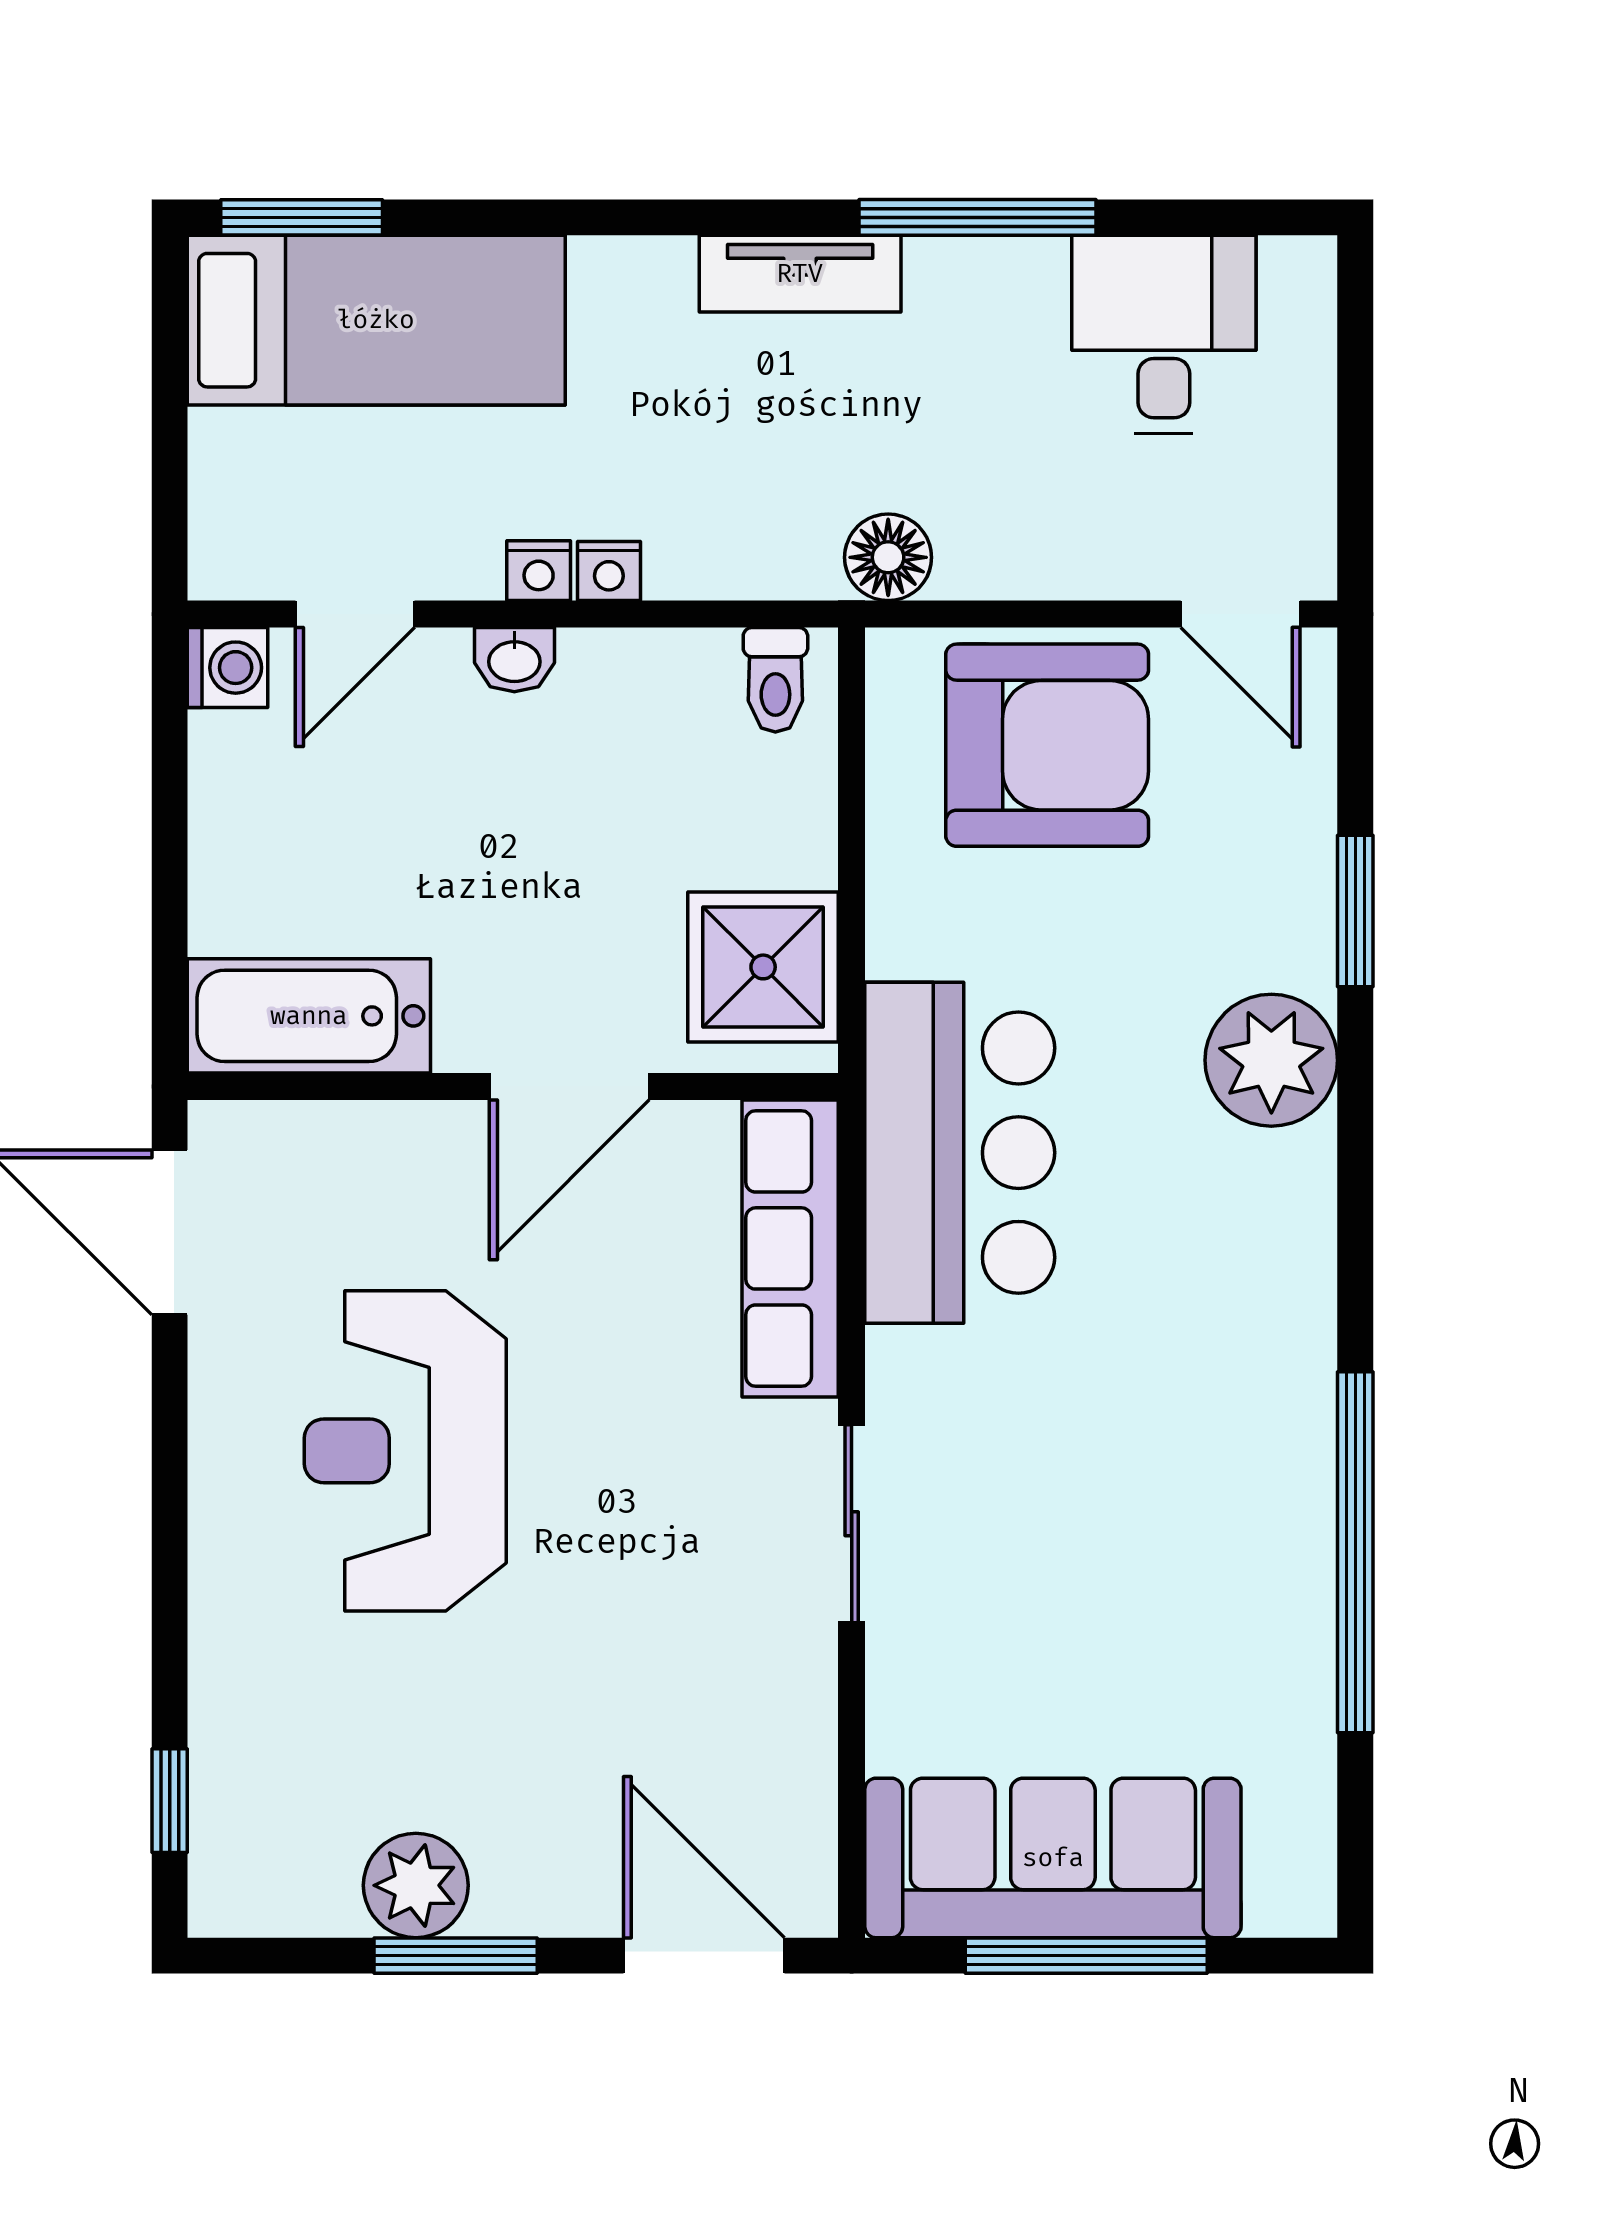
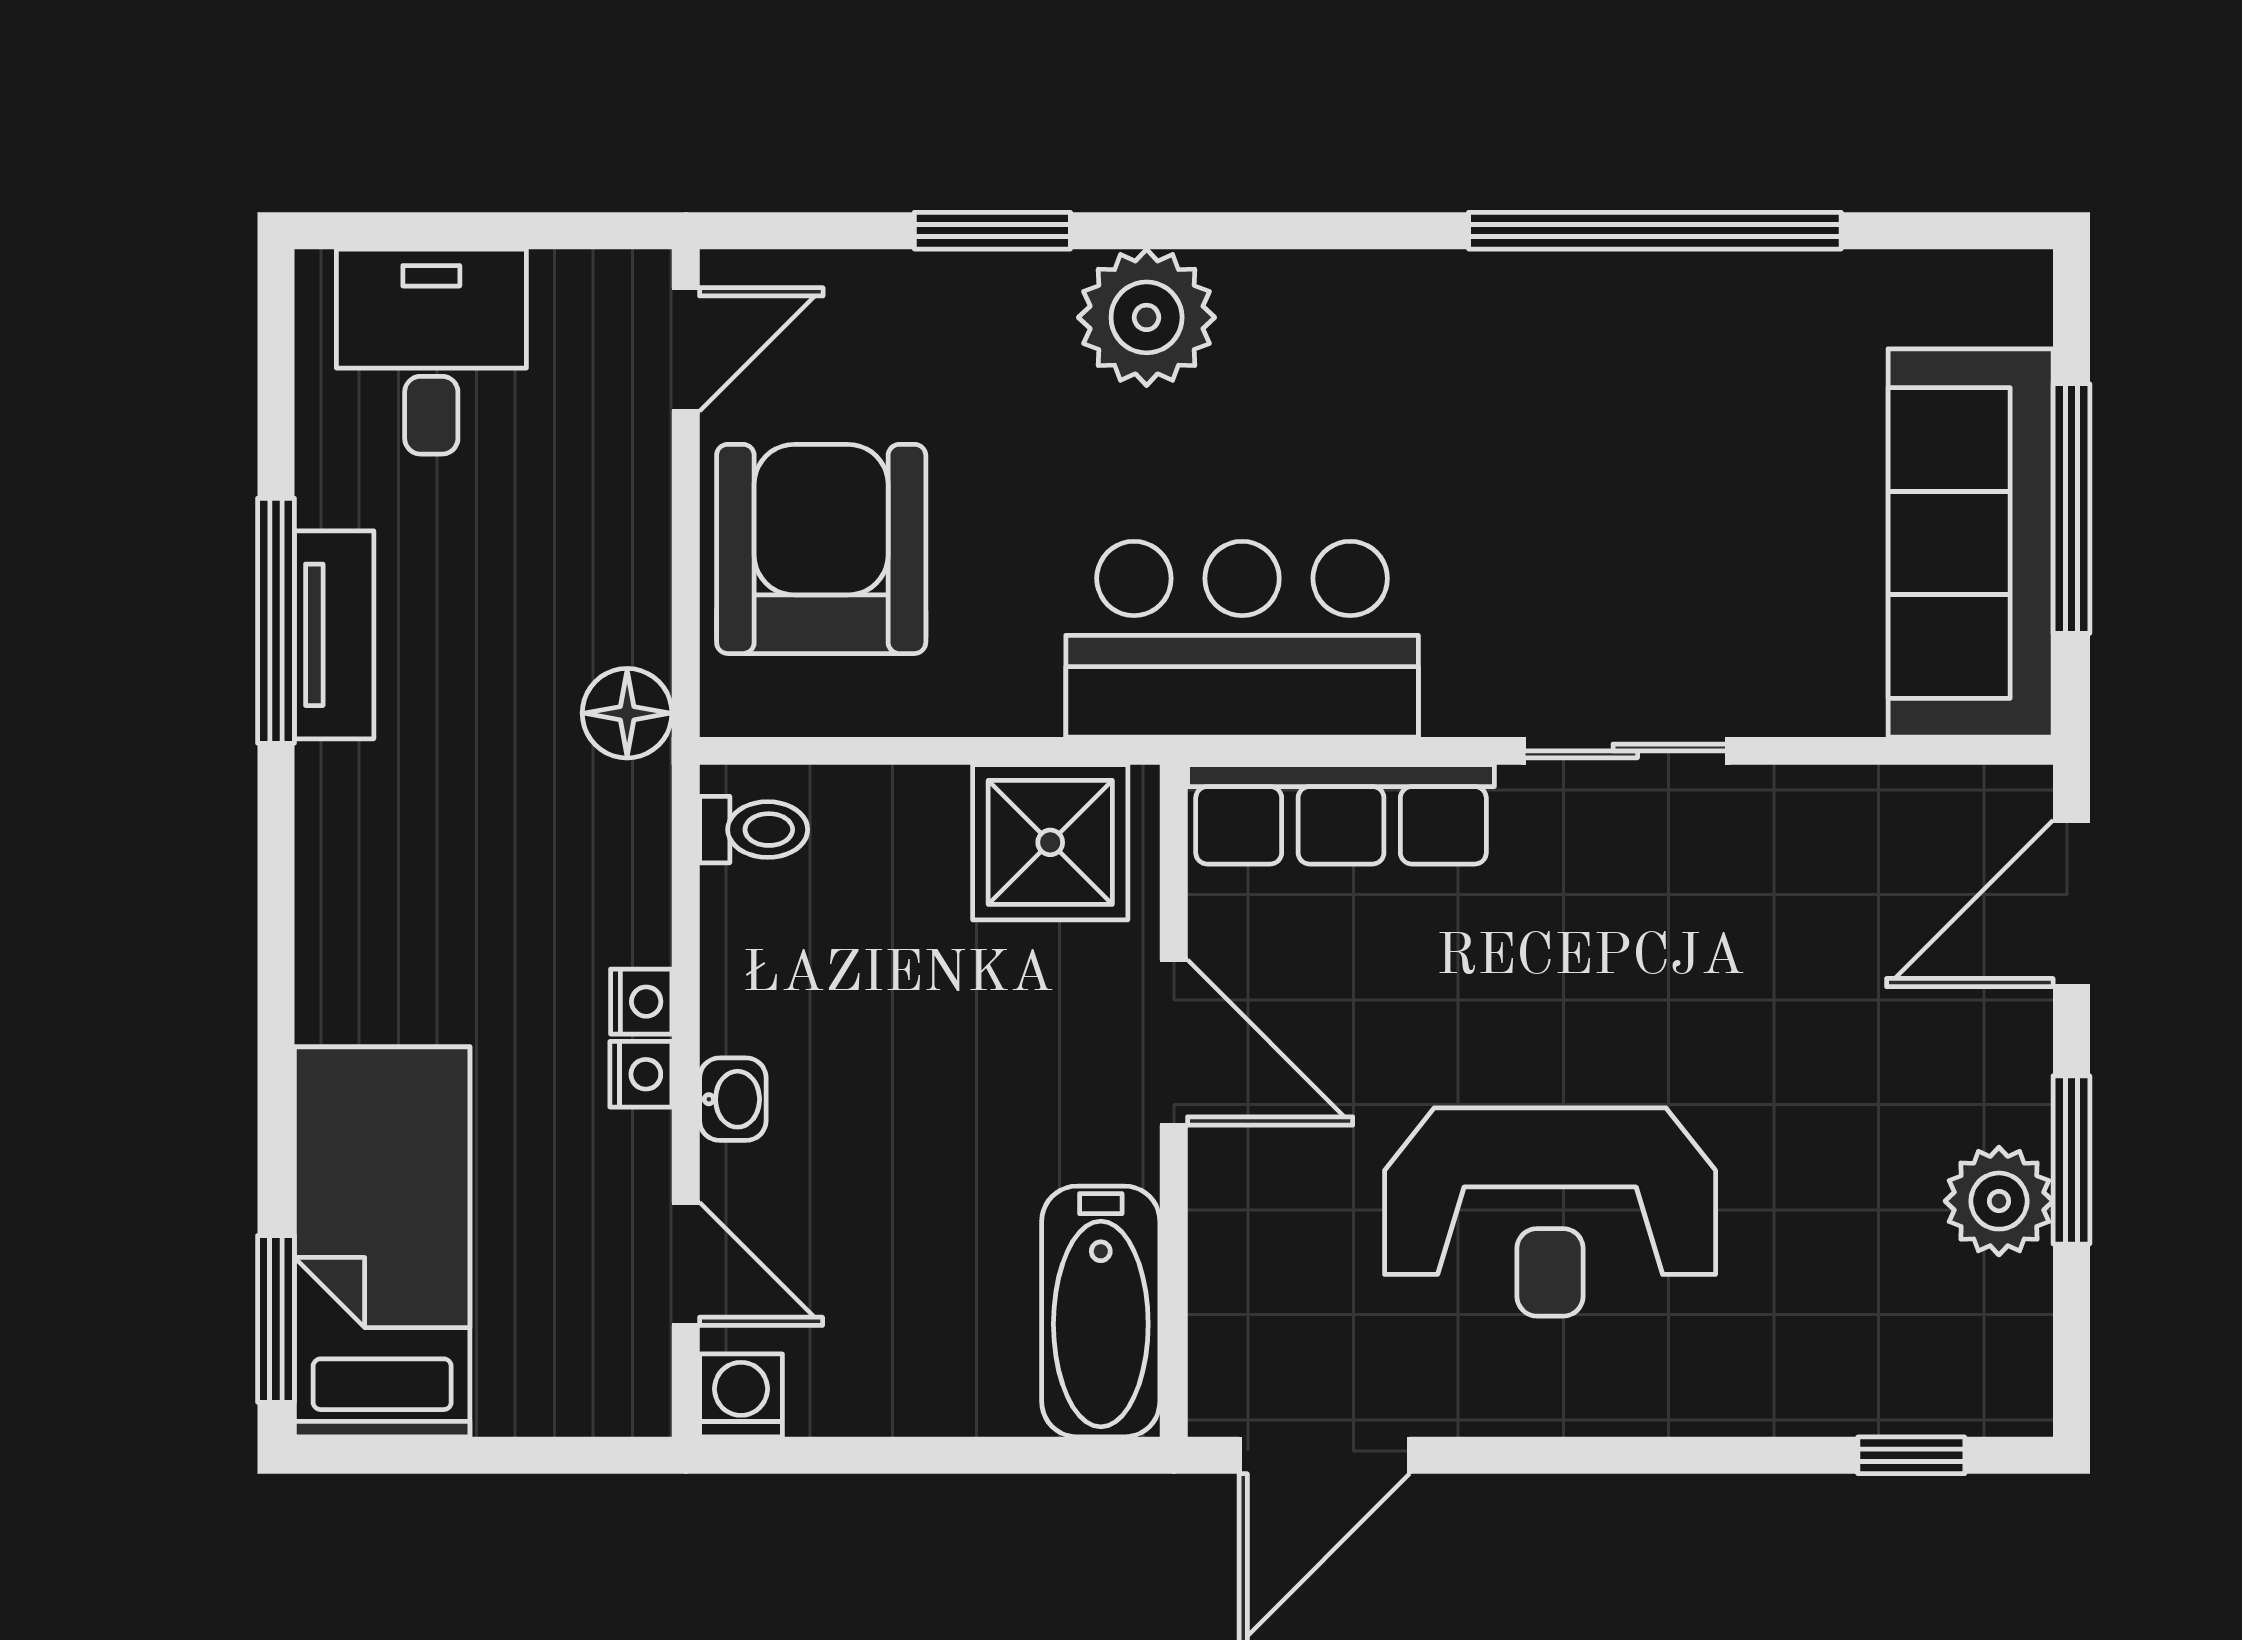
tv unit: (800, 274) -> (334, 635), moved
desk: (1164, 335) -> (431, 352), moved, turned 90

